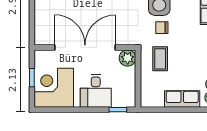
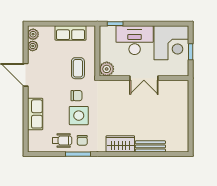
double door: (85, 47) -> (144, 78), width x0.54
desk: (96, 91) -> (135, 40), width x1.37
row of seats: (182, 99) -> (71, 33), moved

